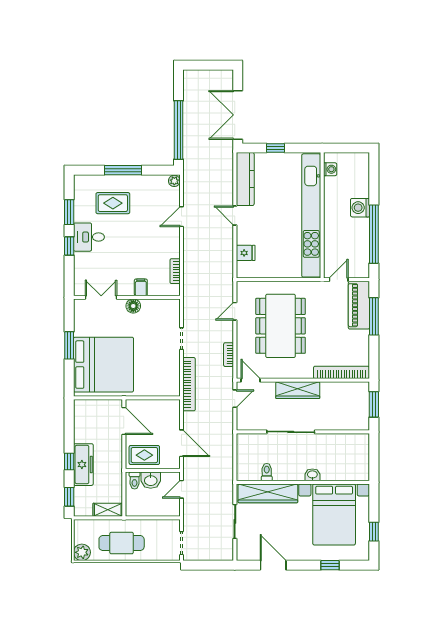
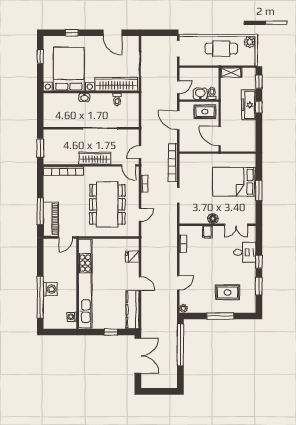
window: (374, 234) -> (40, 297), moved
desk: (89, 237) -> (245, 252), moved
bed: (103, 365) -> (234, 182), width x0.73

